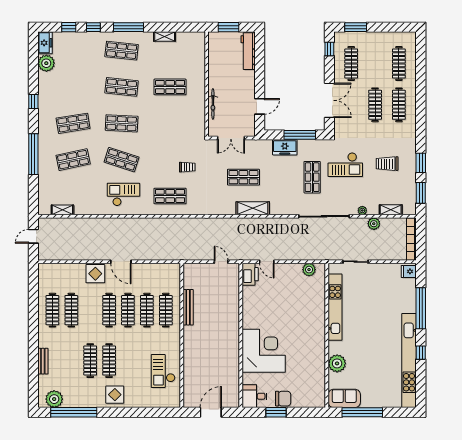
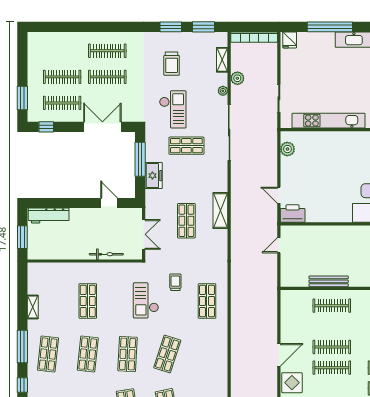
clothes rail: (399, 63) -> (62, 77), moved
checkout: (123, 194) -> (146, 300), moved
door: (267, 262) -> (279, 195), swing flipped
clothes rail: (147, 310) -> (332, 326), removed

